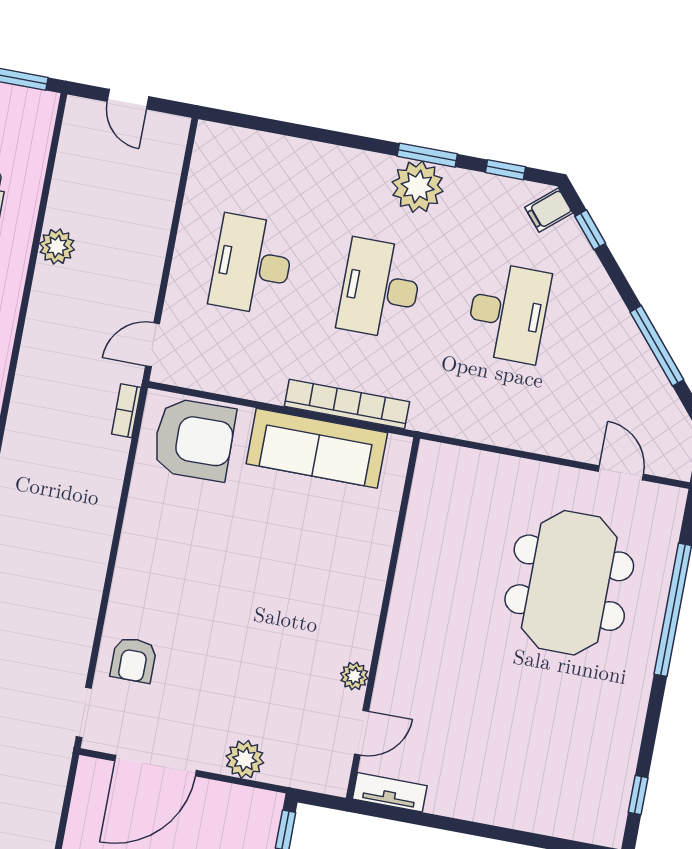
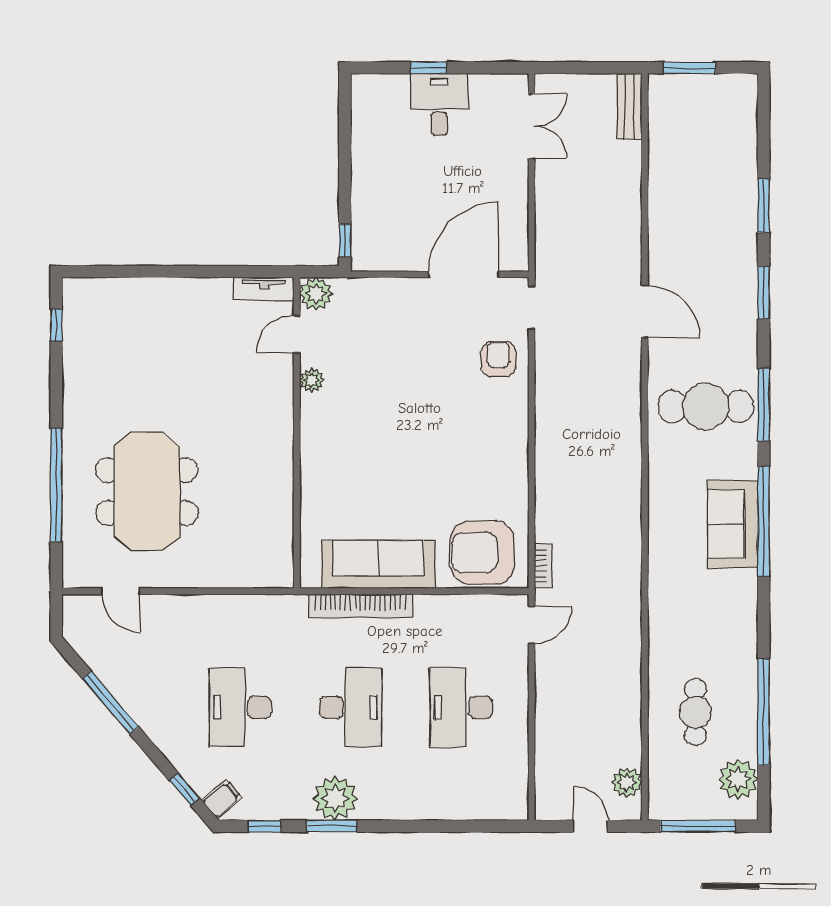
plant: (57, 247) -> (627, 782), moved
desk: (252, 265) -> (461, 707), turned 180
plant: (245, 759) -> (316, 294), moved

